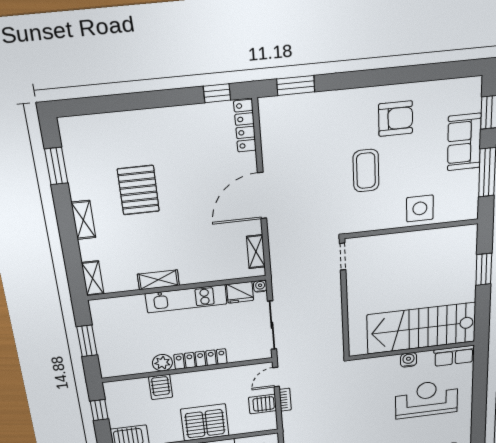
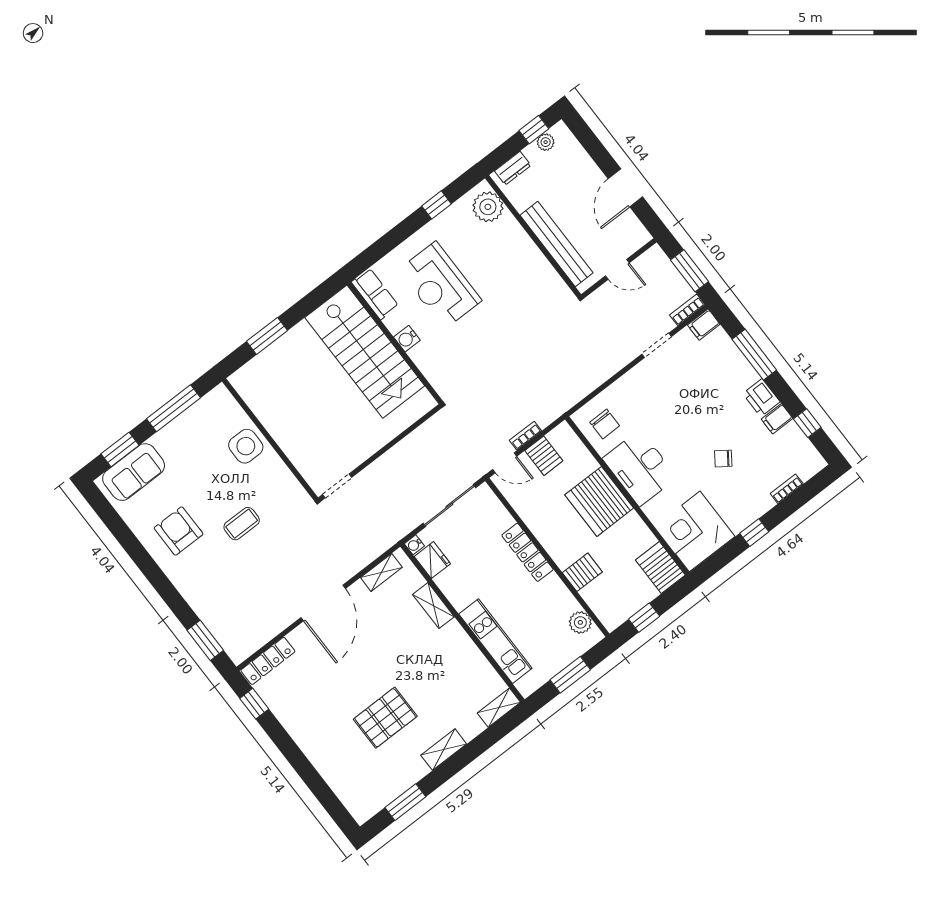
sofa: (464, 142) -> (134, 472), moved
coffee table: (366, 171) -> (242, 524), width x0.73, depth x0.77
door: (262, 196) -> (323, 603), hinge flipped
shelving: (158, 280) -> (433, 606), moved
kitchen unit: (186, 299) -> (495, 641), moved
plant: (162, 363) -> (580, 622), moved
window: (478, 424) -> (436, 205), added

